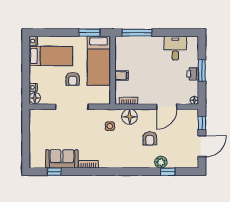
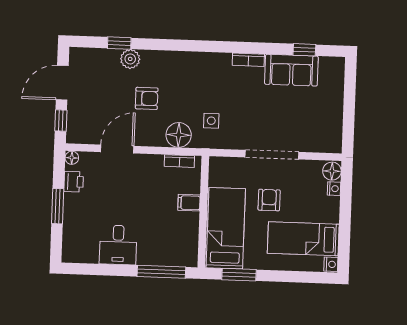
desk: (175, 48) -> (118, 245), moved
printer: (193, 74) -> (74, 182), moved
armchair: (150, 138) -> (147, 98), turned 90

